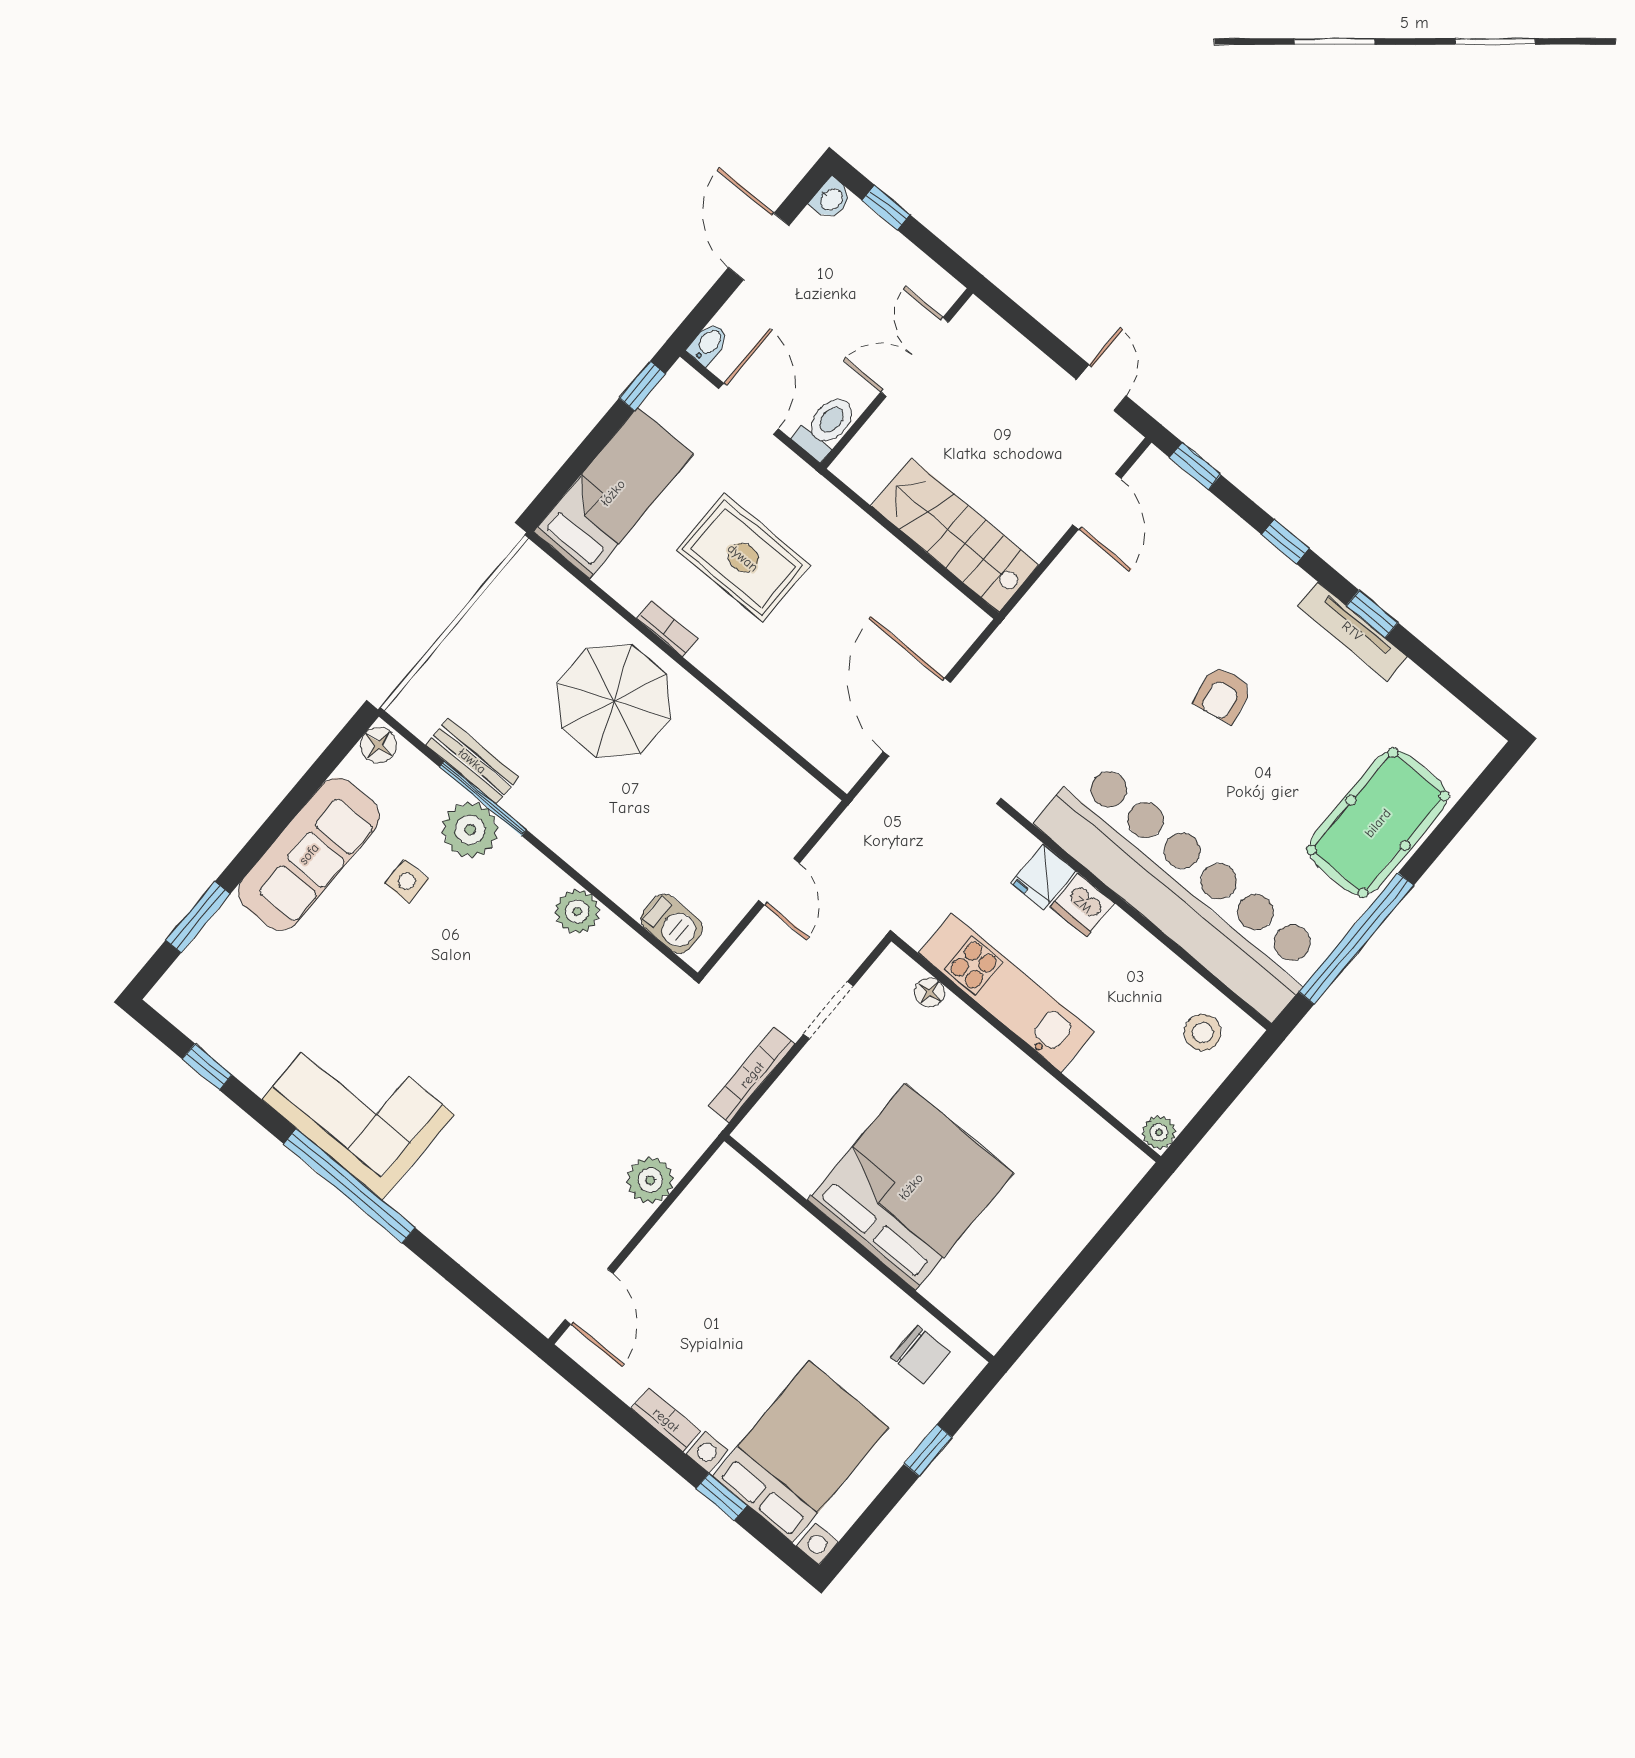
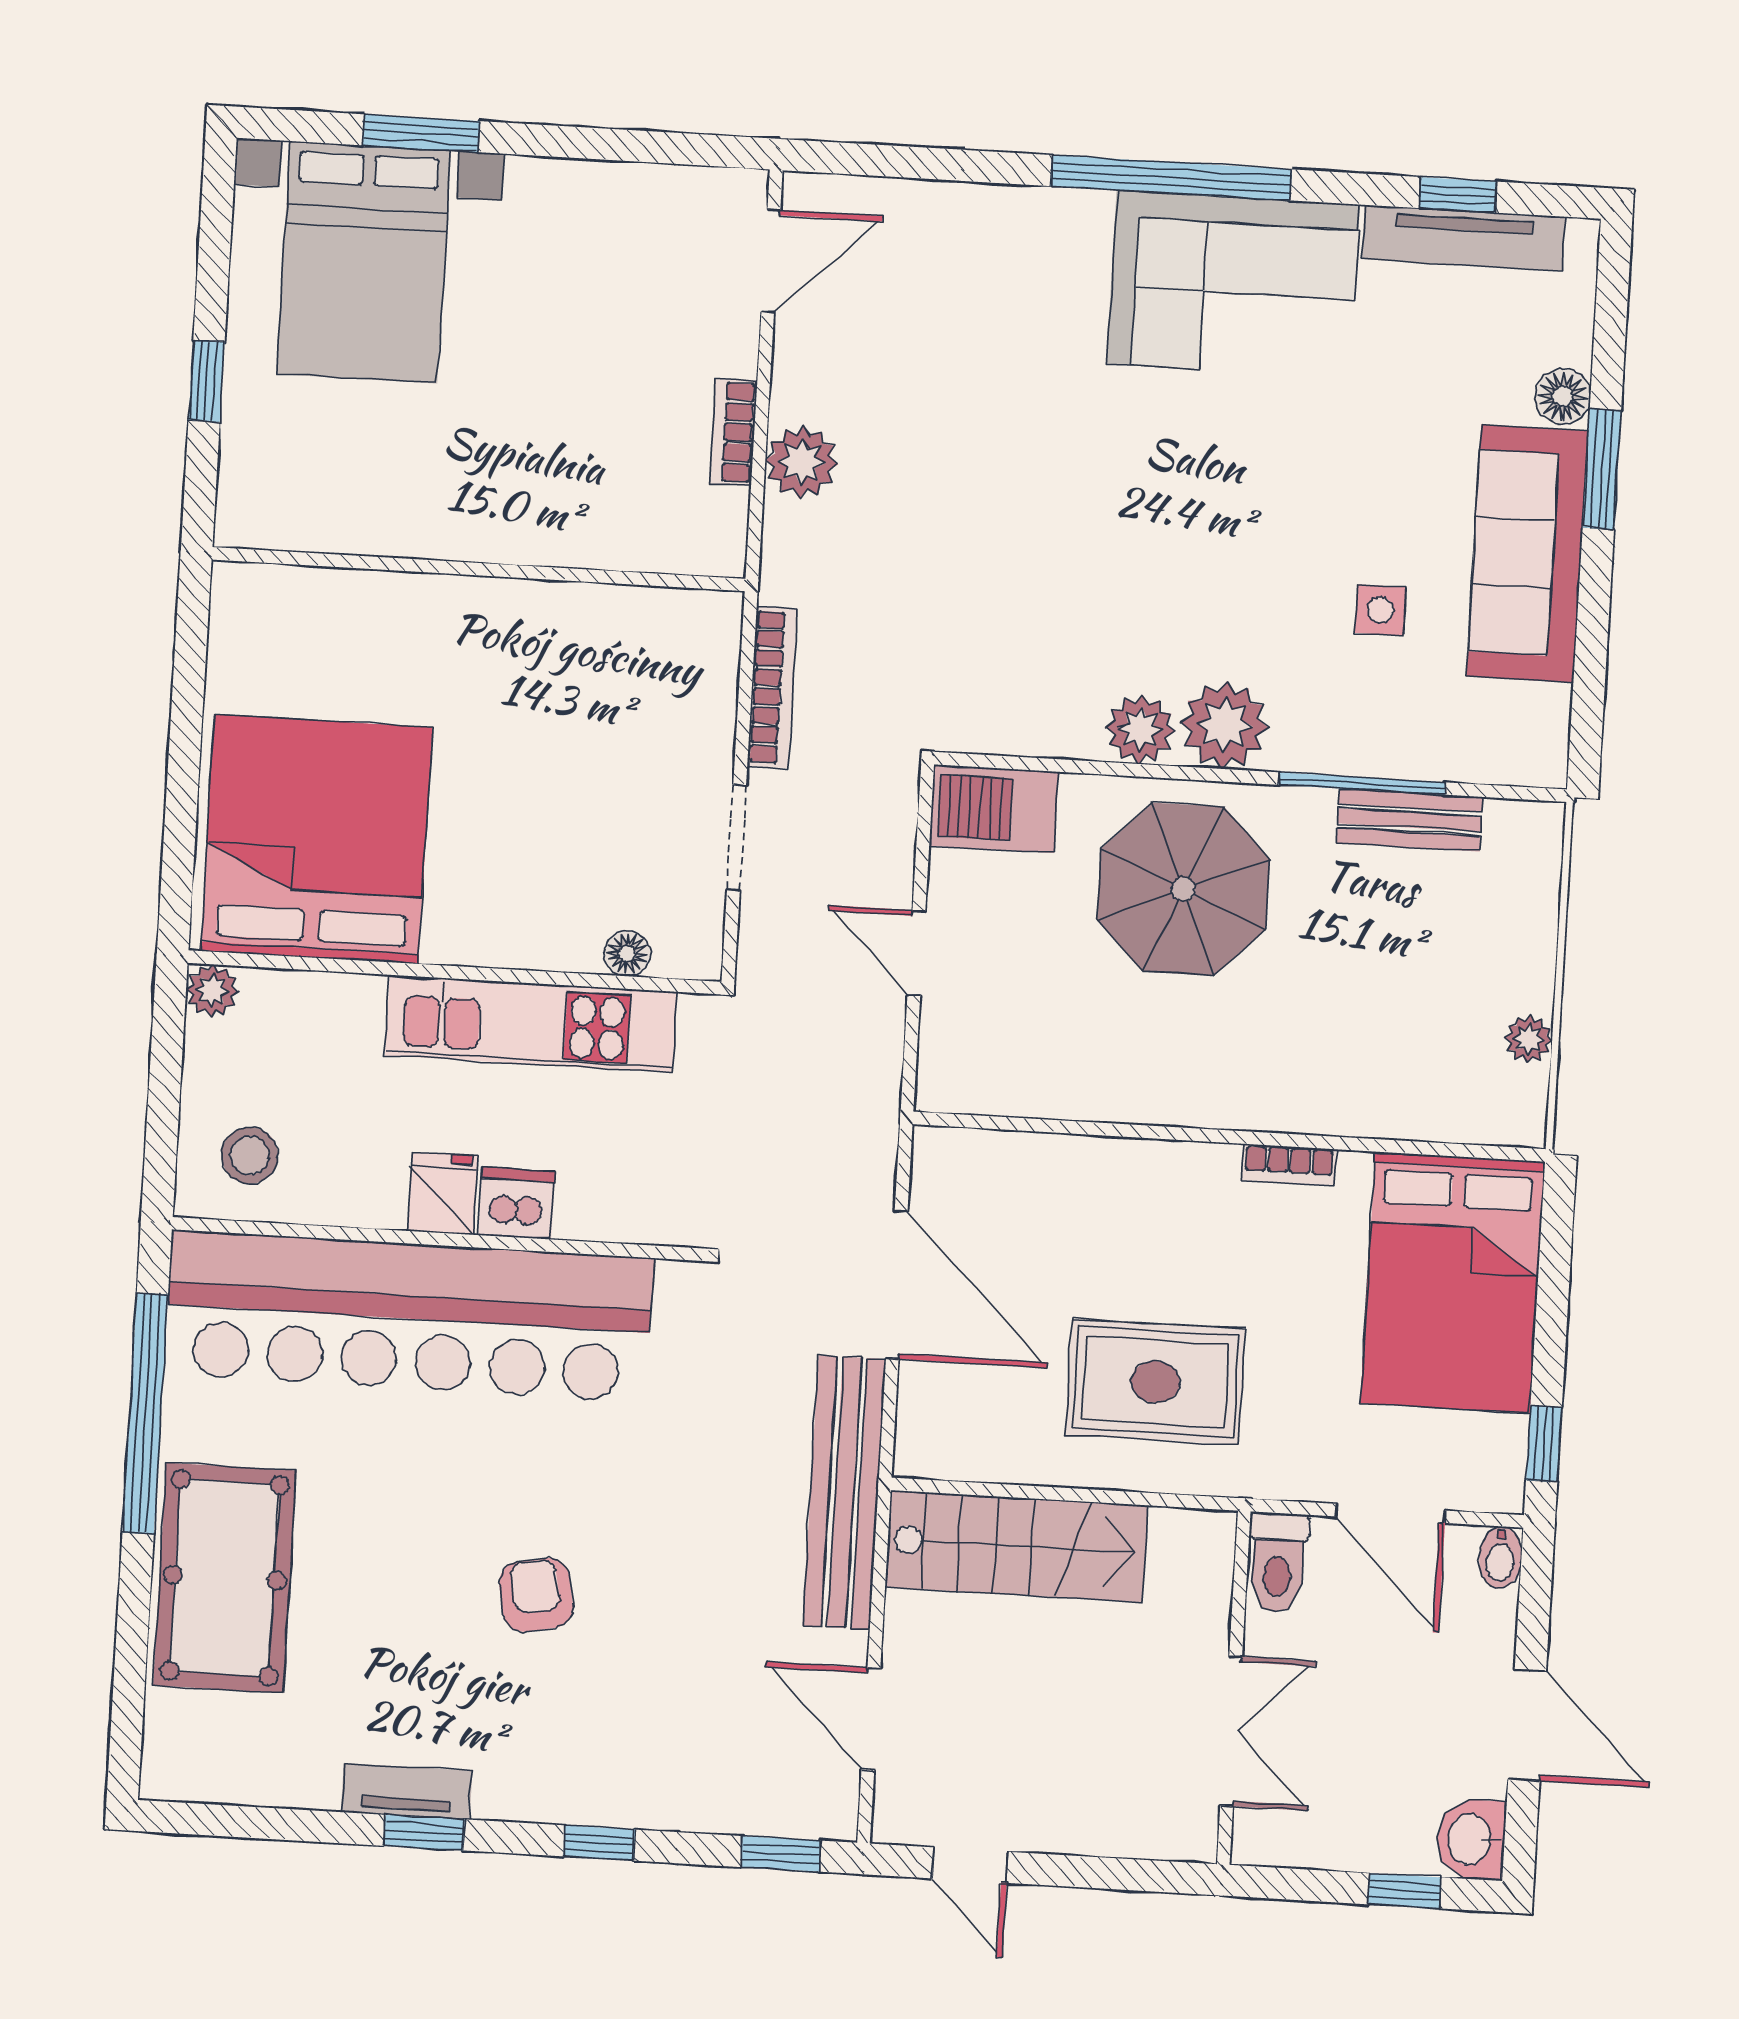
washbasin: (831, 199) -> (1471, 1839), width x1.38, depth x1.45
bed: (613, 493) -> (1453, 1282), width x1.50
rug: (743, 558) -> (1155, 1382), moved
plant: (495, 602) -> (1529, 1039), added
bench: (1024, 629) -> (844, 1492), added
tv unit: (1352, 631) -> (407, 1791), width x0.71
parasol: (614, 701) -> (1183, 889), moved
floor lamp: (378, 745) -> (1563, 396), moved
plant: (470, 830) -> (1225, 725), moved
fridge: (1043, 877) -> (443, 1193), moved
window: (198, 917) -> (1602, 469), moved
barbecue: (672, 924) -> (994, 809), width x1.38, depth x1.27
tv unit: (221, 1042) -> (1463, 238), added
bed: (911, 1187) -> (316, 839), moved, turned 180
door: (589, 1296) -> (771, 261), swing flipped
chair: (920, 1355) -> (305, 494), removed
bookcase: (666, 1420) -> (733, 432), moved, turned 90
window: (722, 1497) -> (421, 133), width x1.50

